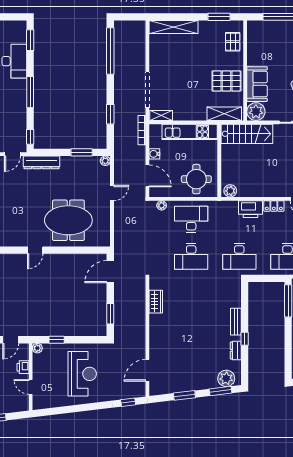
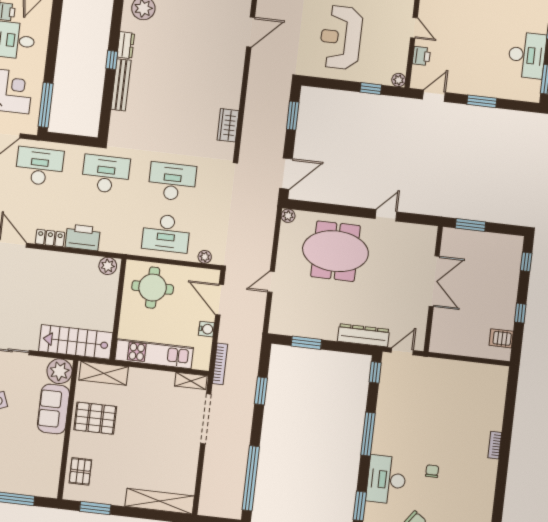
plant: (105, 161) -> (288, 216), moved
bench: (236, 322) -> (121, 85), width x1.36

